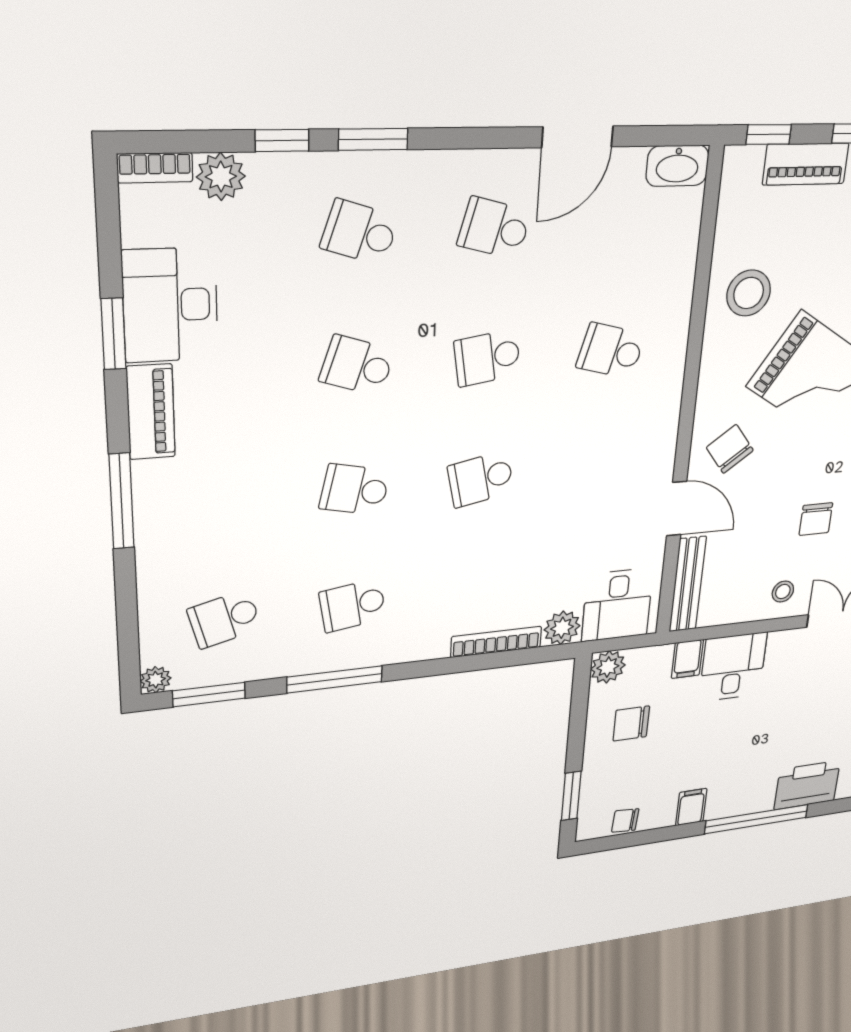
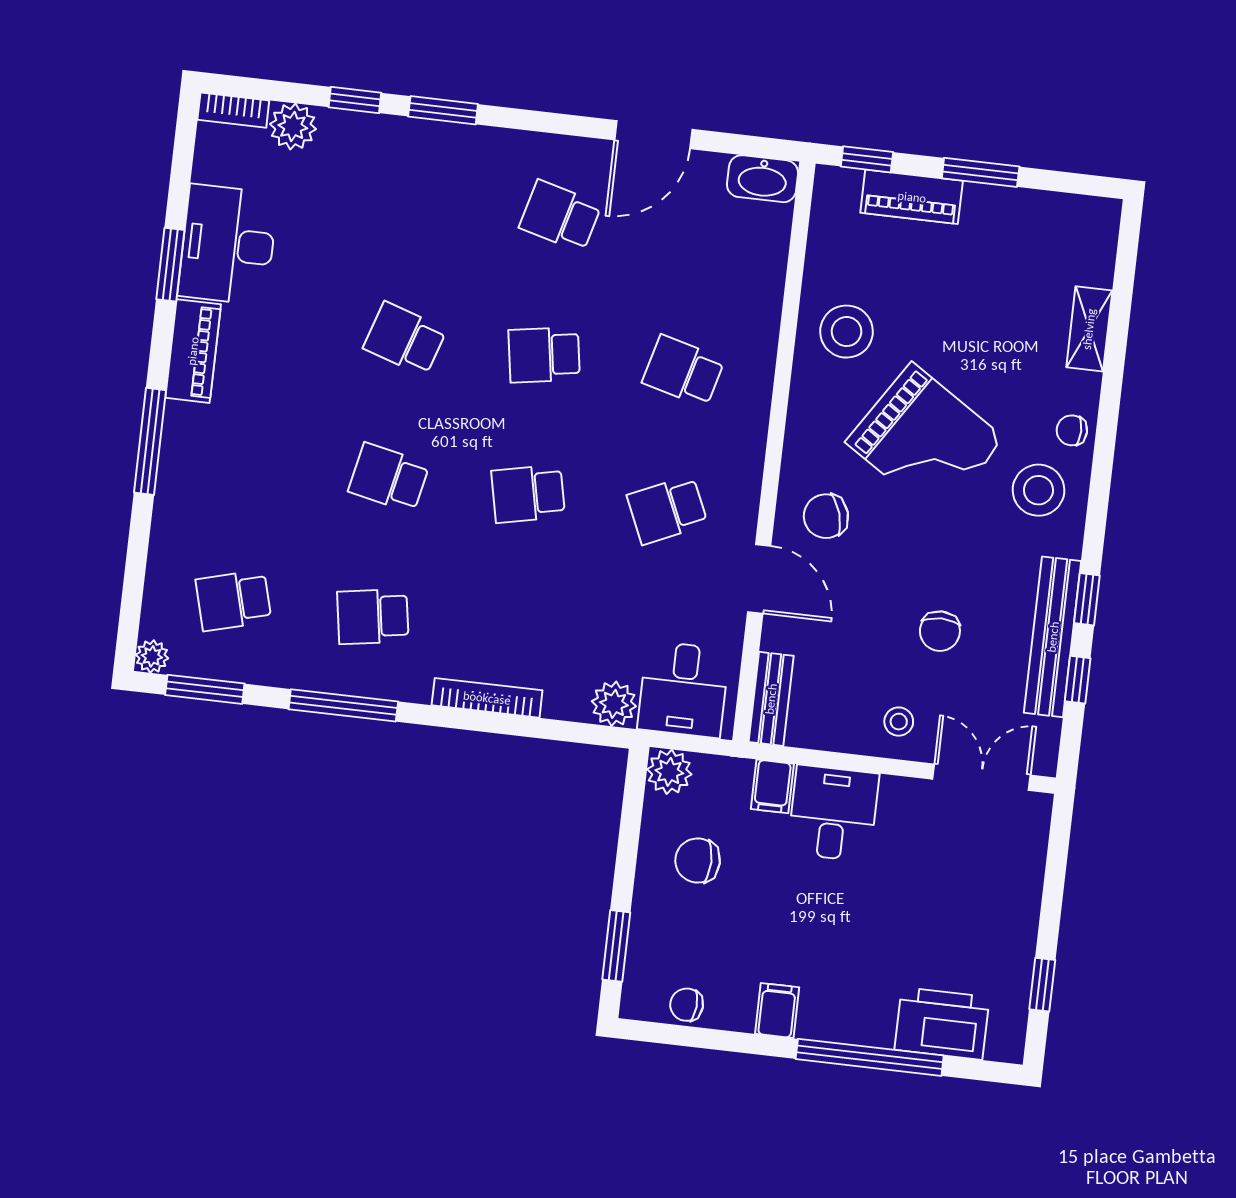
school desk: (360, 232) -> (667, 510), moved, turned -42
chair: (730, 449) -> (826, 516), turned -70
bench: (688, 584) -> (771, 699), width x0.73
bookcase: (496, 642) -> (487, 698), moved

